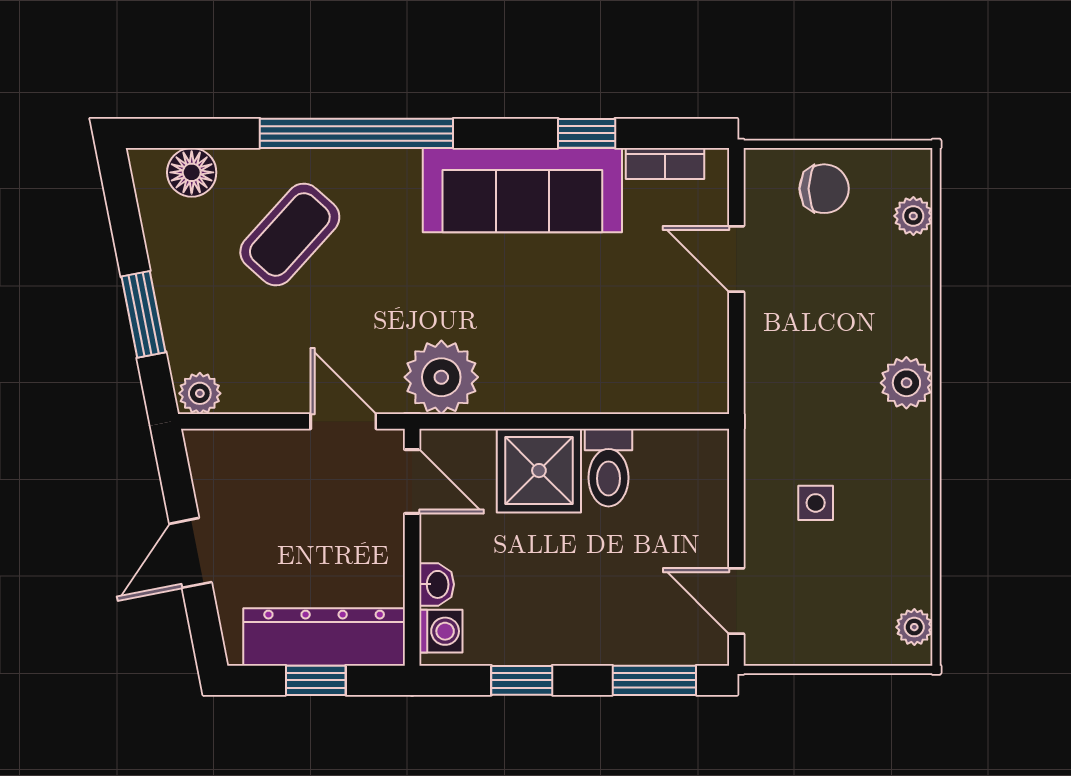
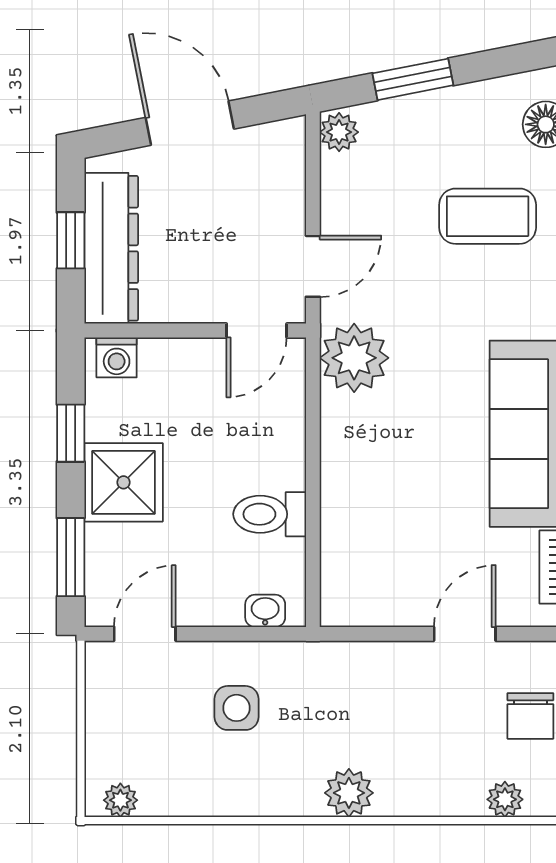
coffee table: (290, 234) -> (488, 216), turned -42
shower: (539, 471) -> (124, 482), moved
side table: (816, 503) -> (237, 708), width x1.37, depth x1.37
door: (190, 553) -> (190, 123), width x1.37
washbasin: (437, 584) -> (265, 611), moved, turned 180

